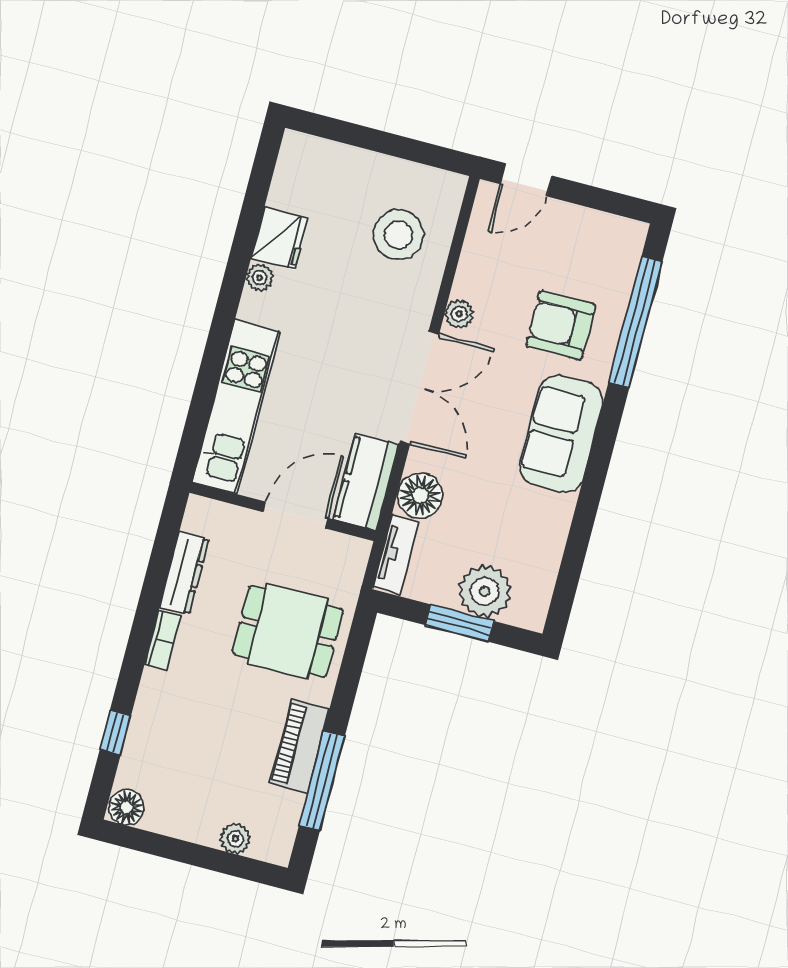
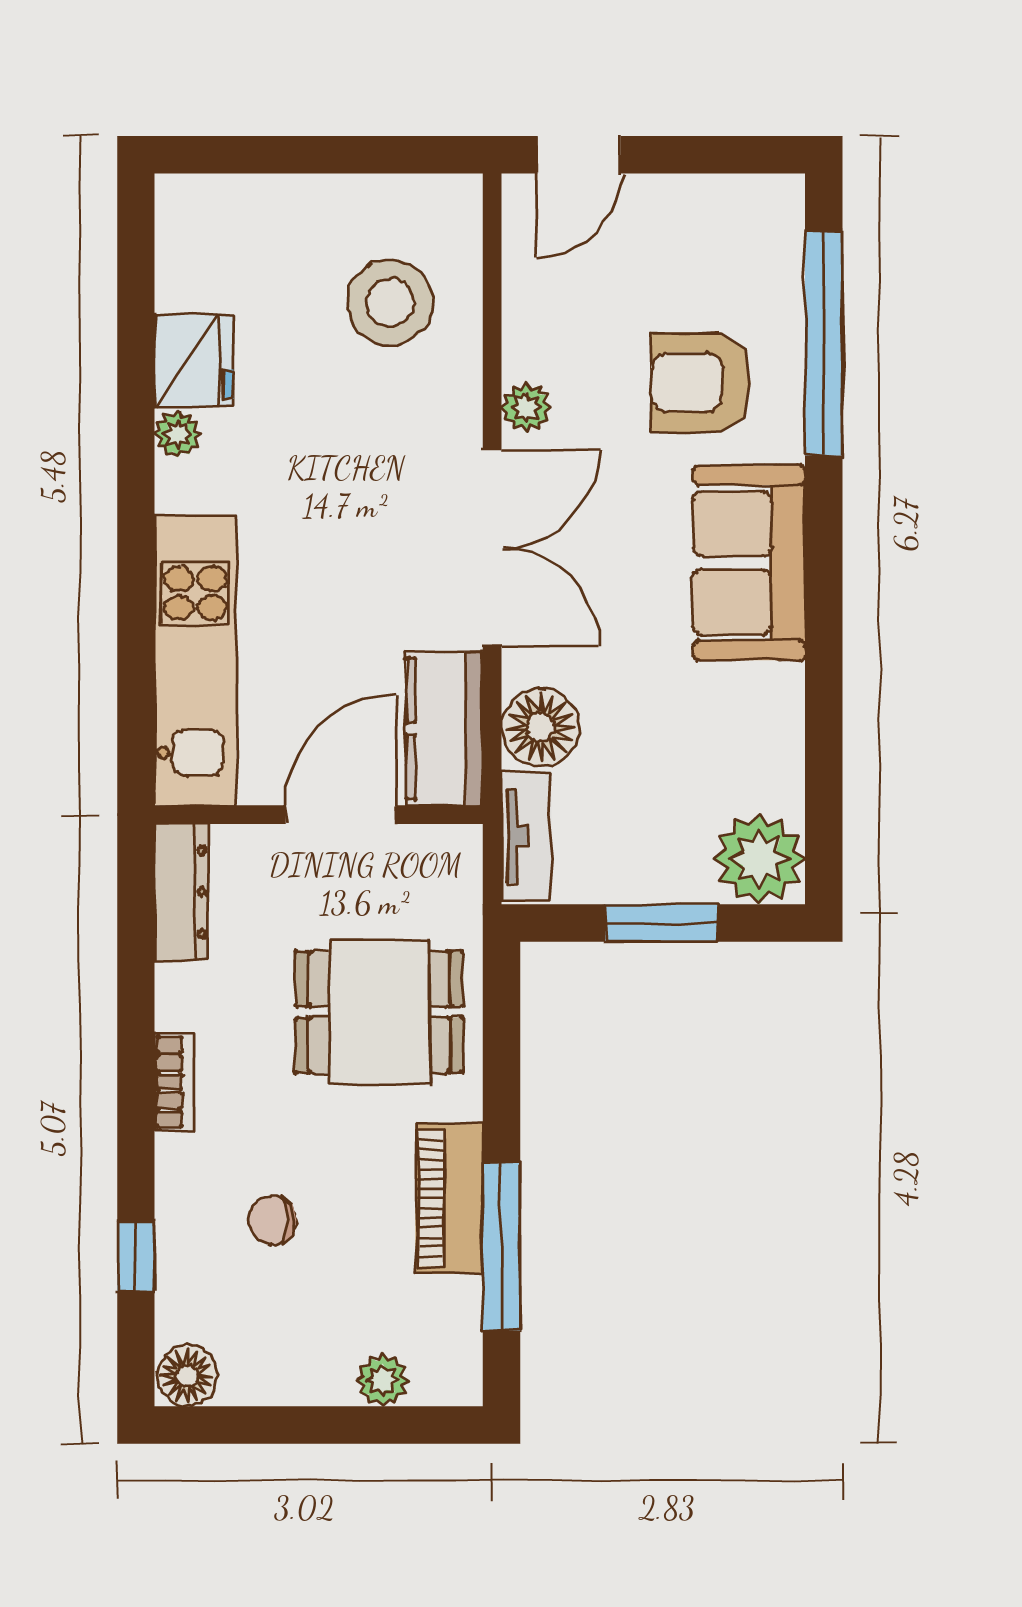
dresser: (184, 573) -> (181, 892), moved
plant: (485, 591) -> (759, 859), moved
chair: (197, 732) -> (272, 1220), added

